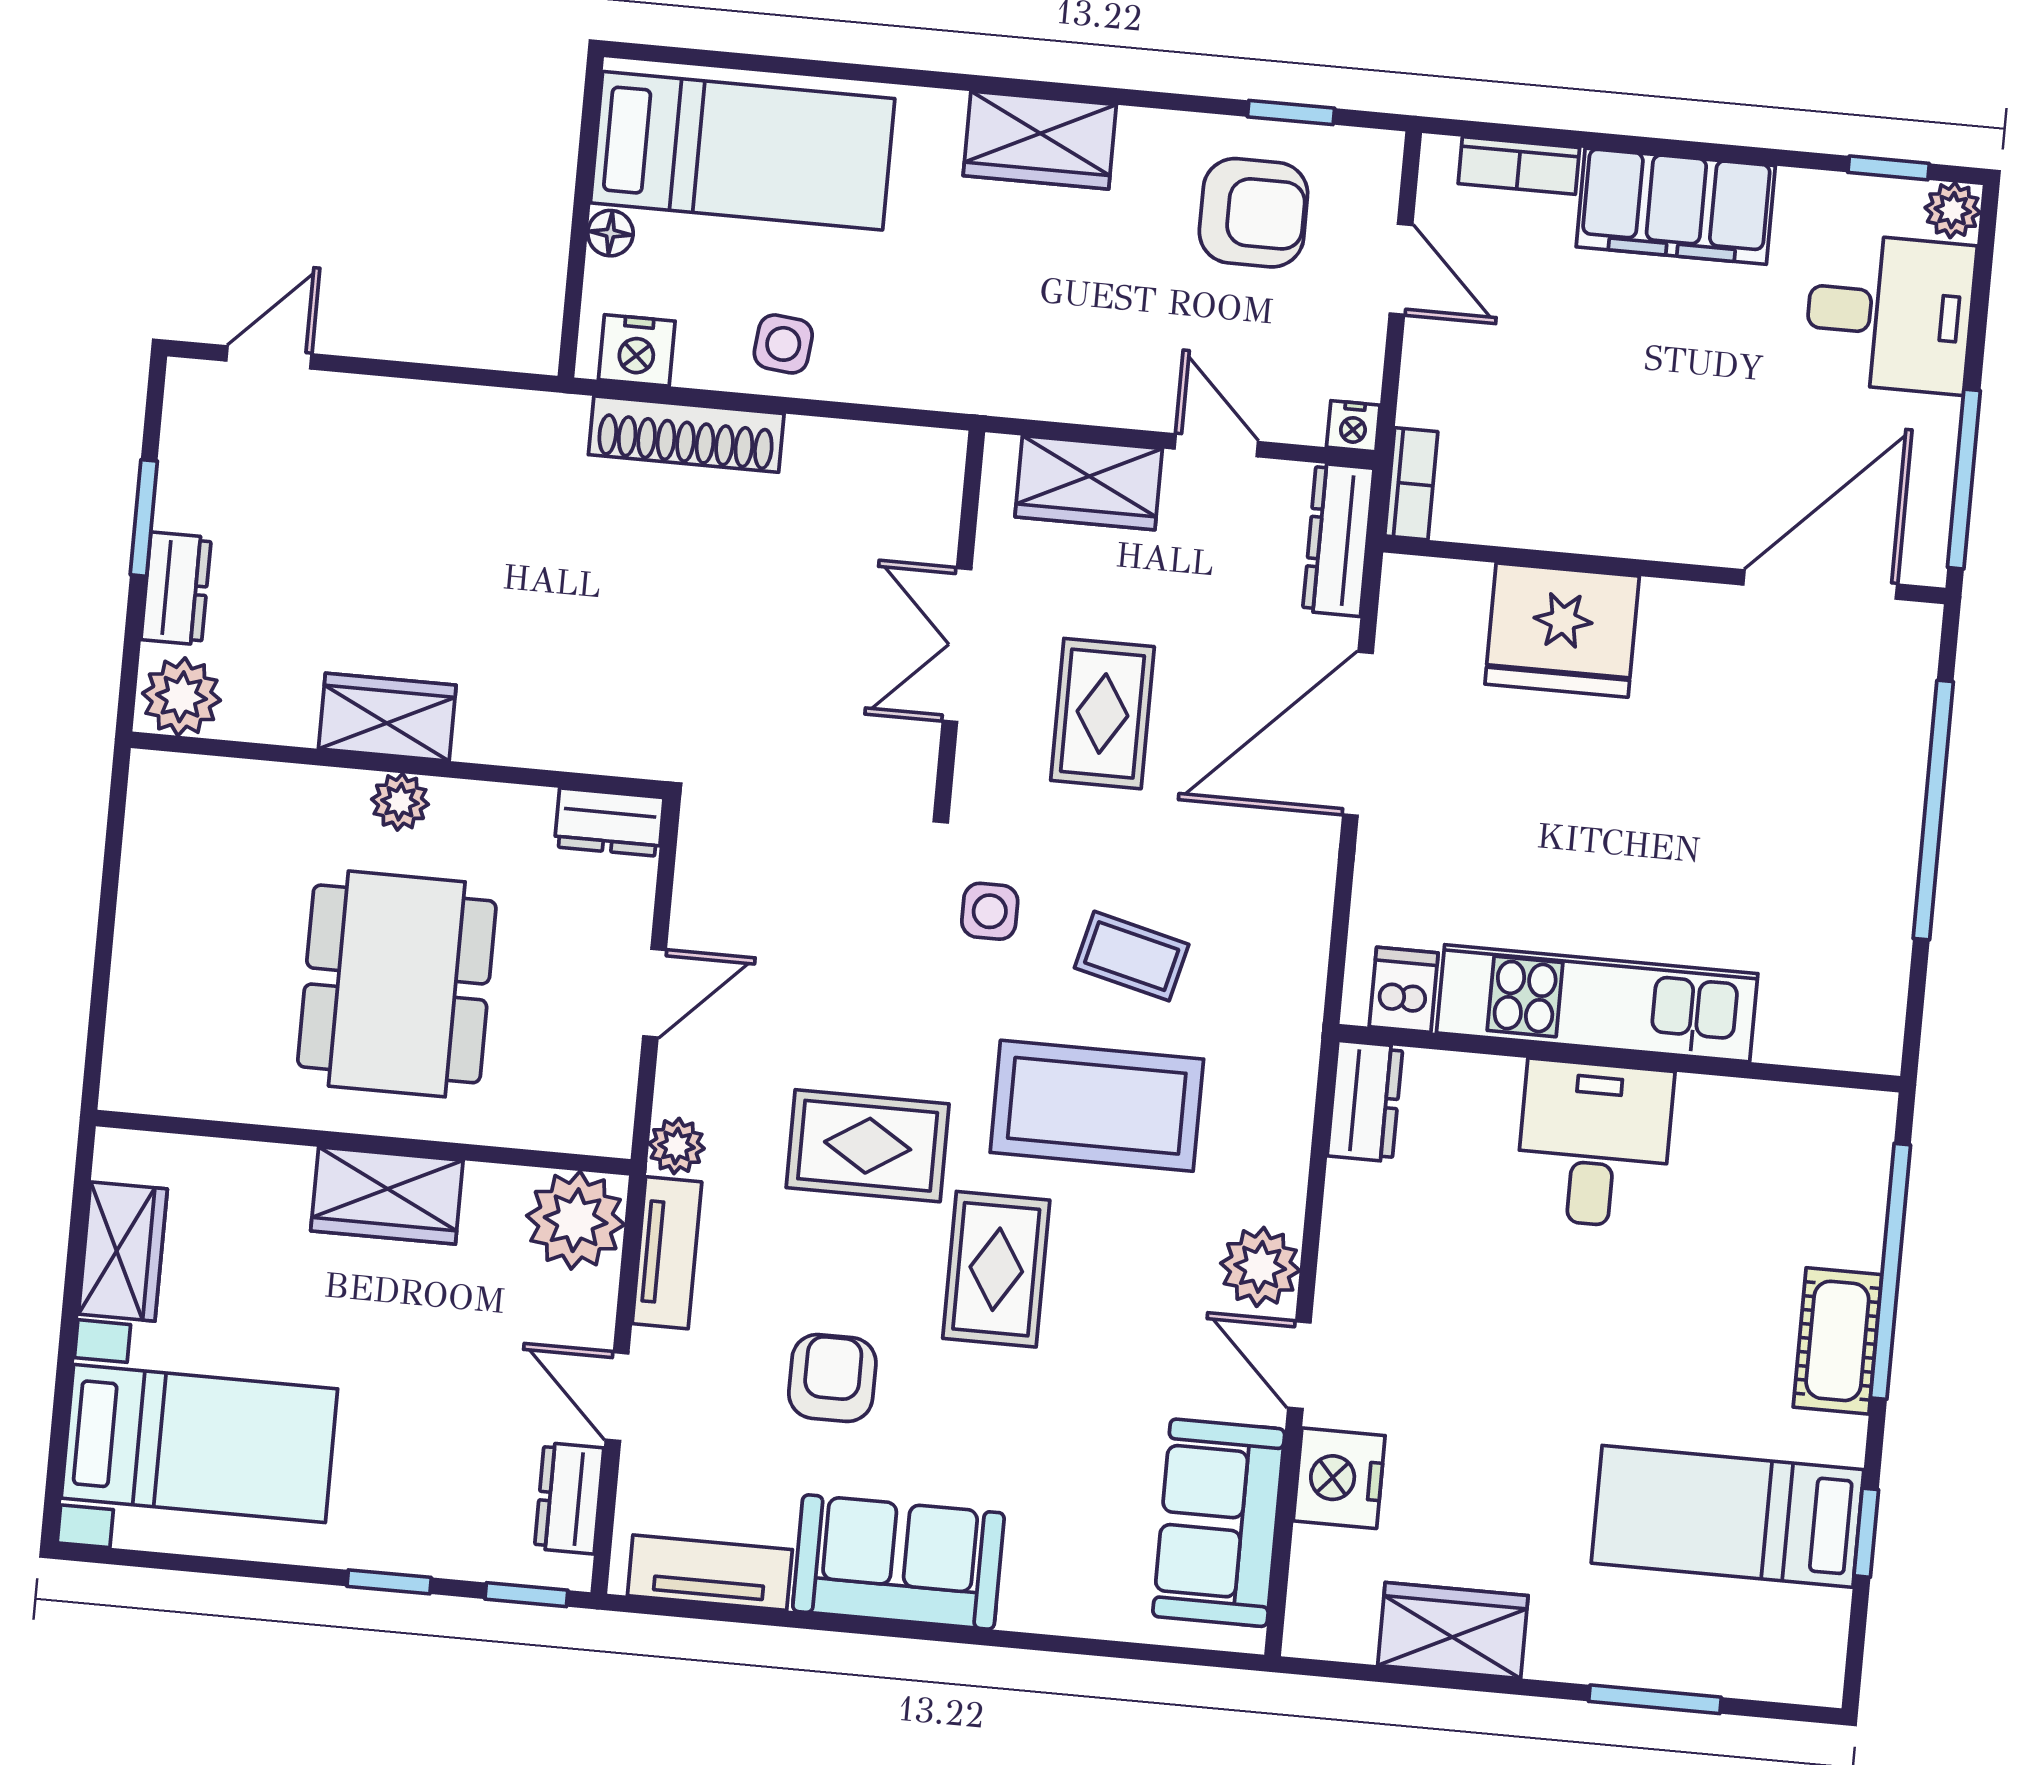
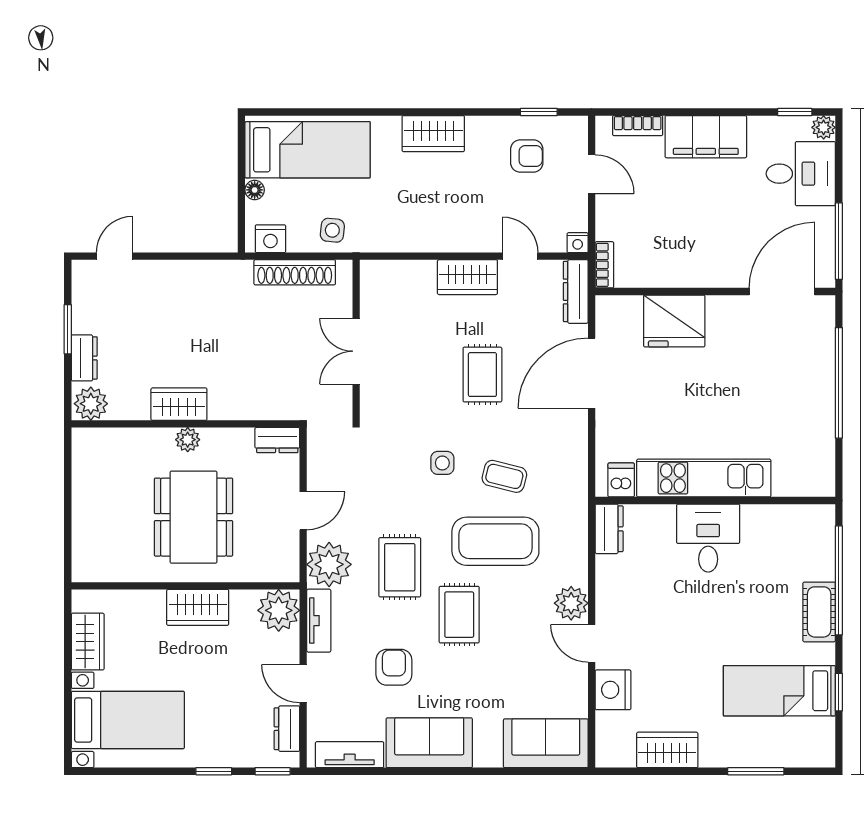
armchair: (1253, 213) -> (527, 156), width x0.72, depth x0.72
wall: (960, 619) -> (356, 340), moved
double door: (957, 645) -> (356, 351), moved
plant: (677, 1146) -> (329, 564), width x1.88, depth x1.88
rug: (868, 1146) -> (400, 567), turned 90
sofa: (1219, 1523) -> (546, 743), moved, turned 90

